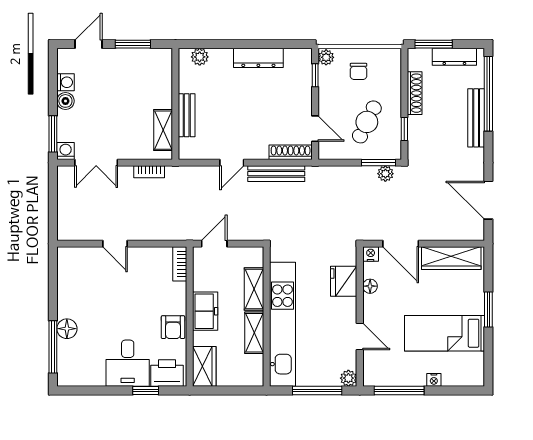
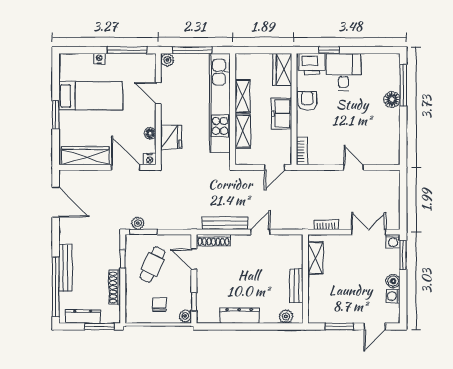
bench: (187, 115) -> (296, 286), moved

